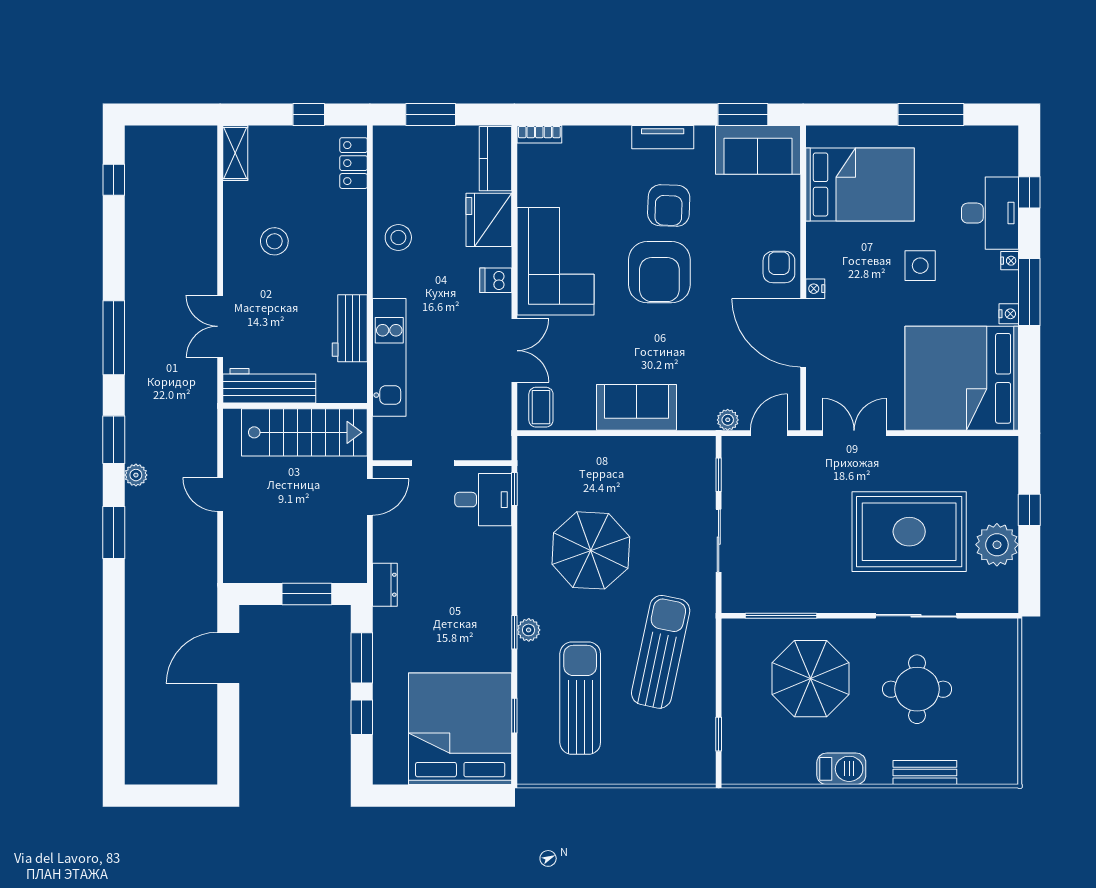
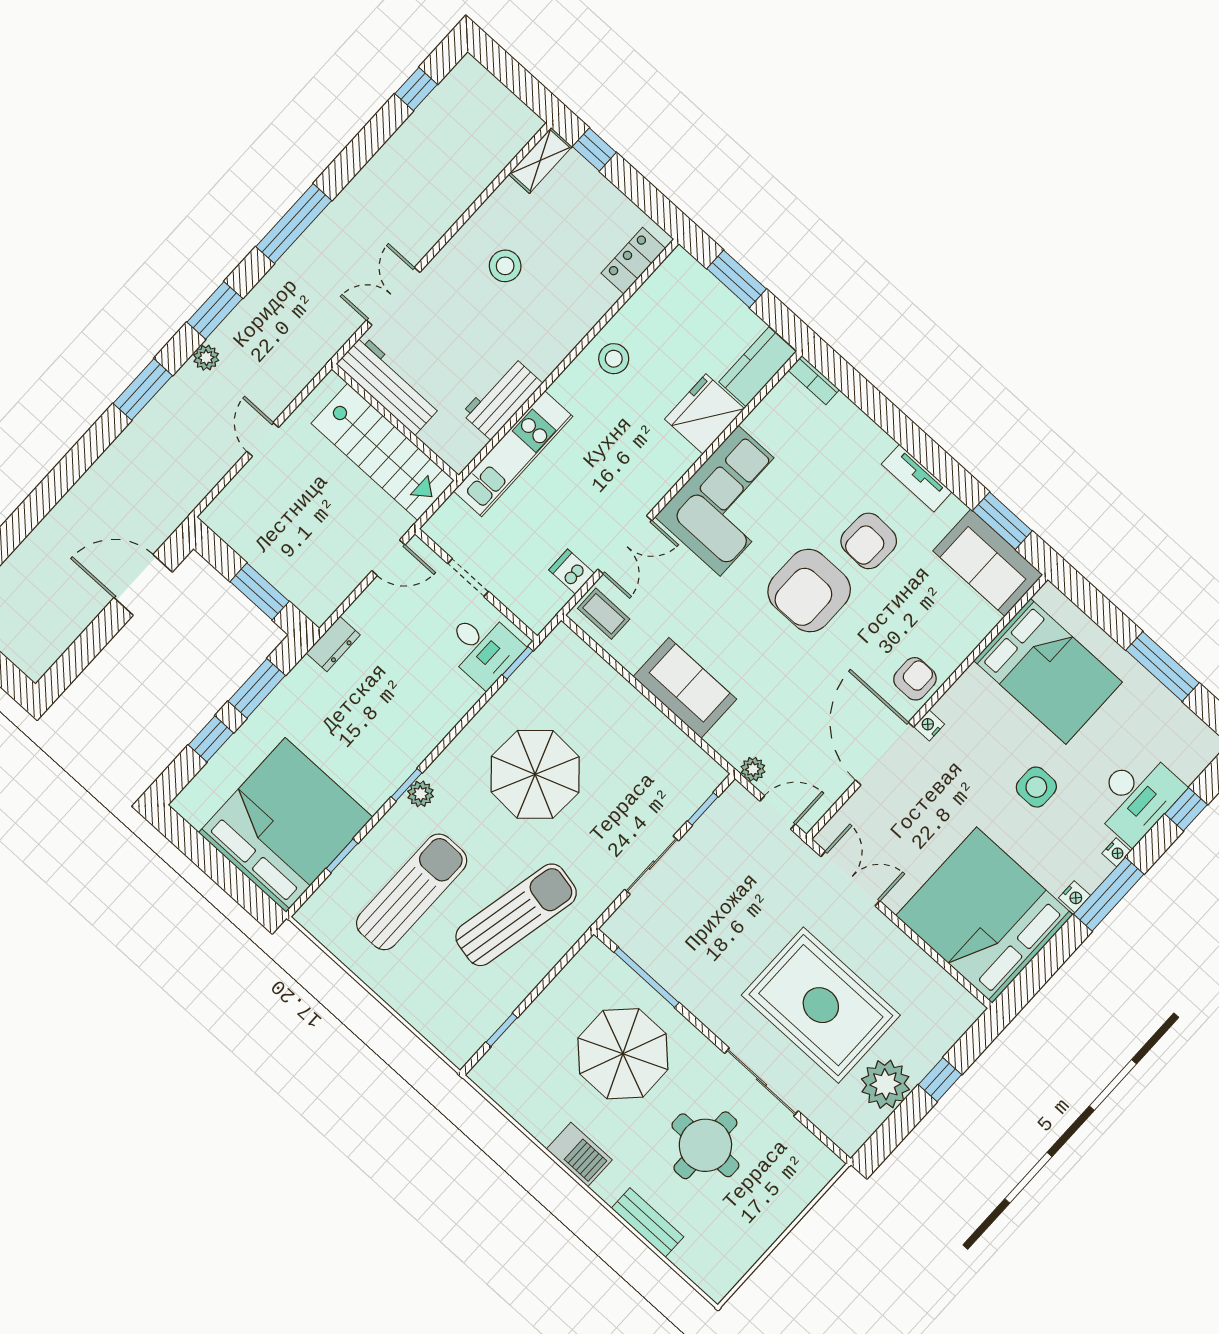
window: (309, 114) -> (594, 149), moved
dishwasher: (496, 280) -> (572, 572), moved
coffee table: (541, 407) -> (604, 614), turned 90

